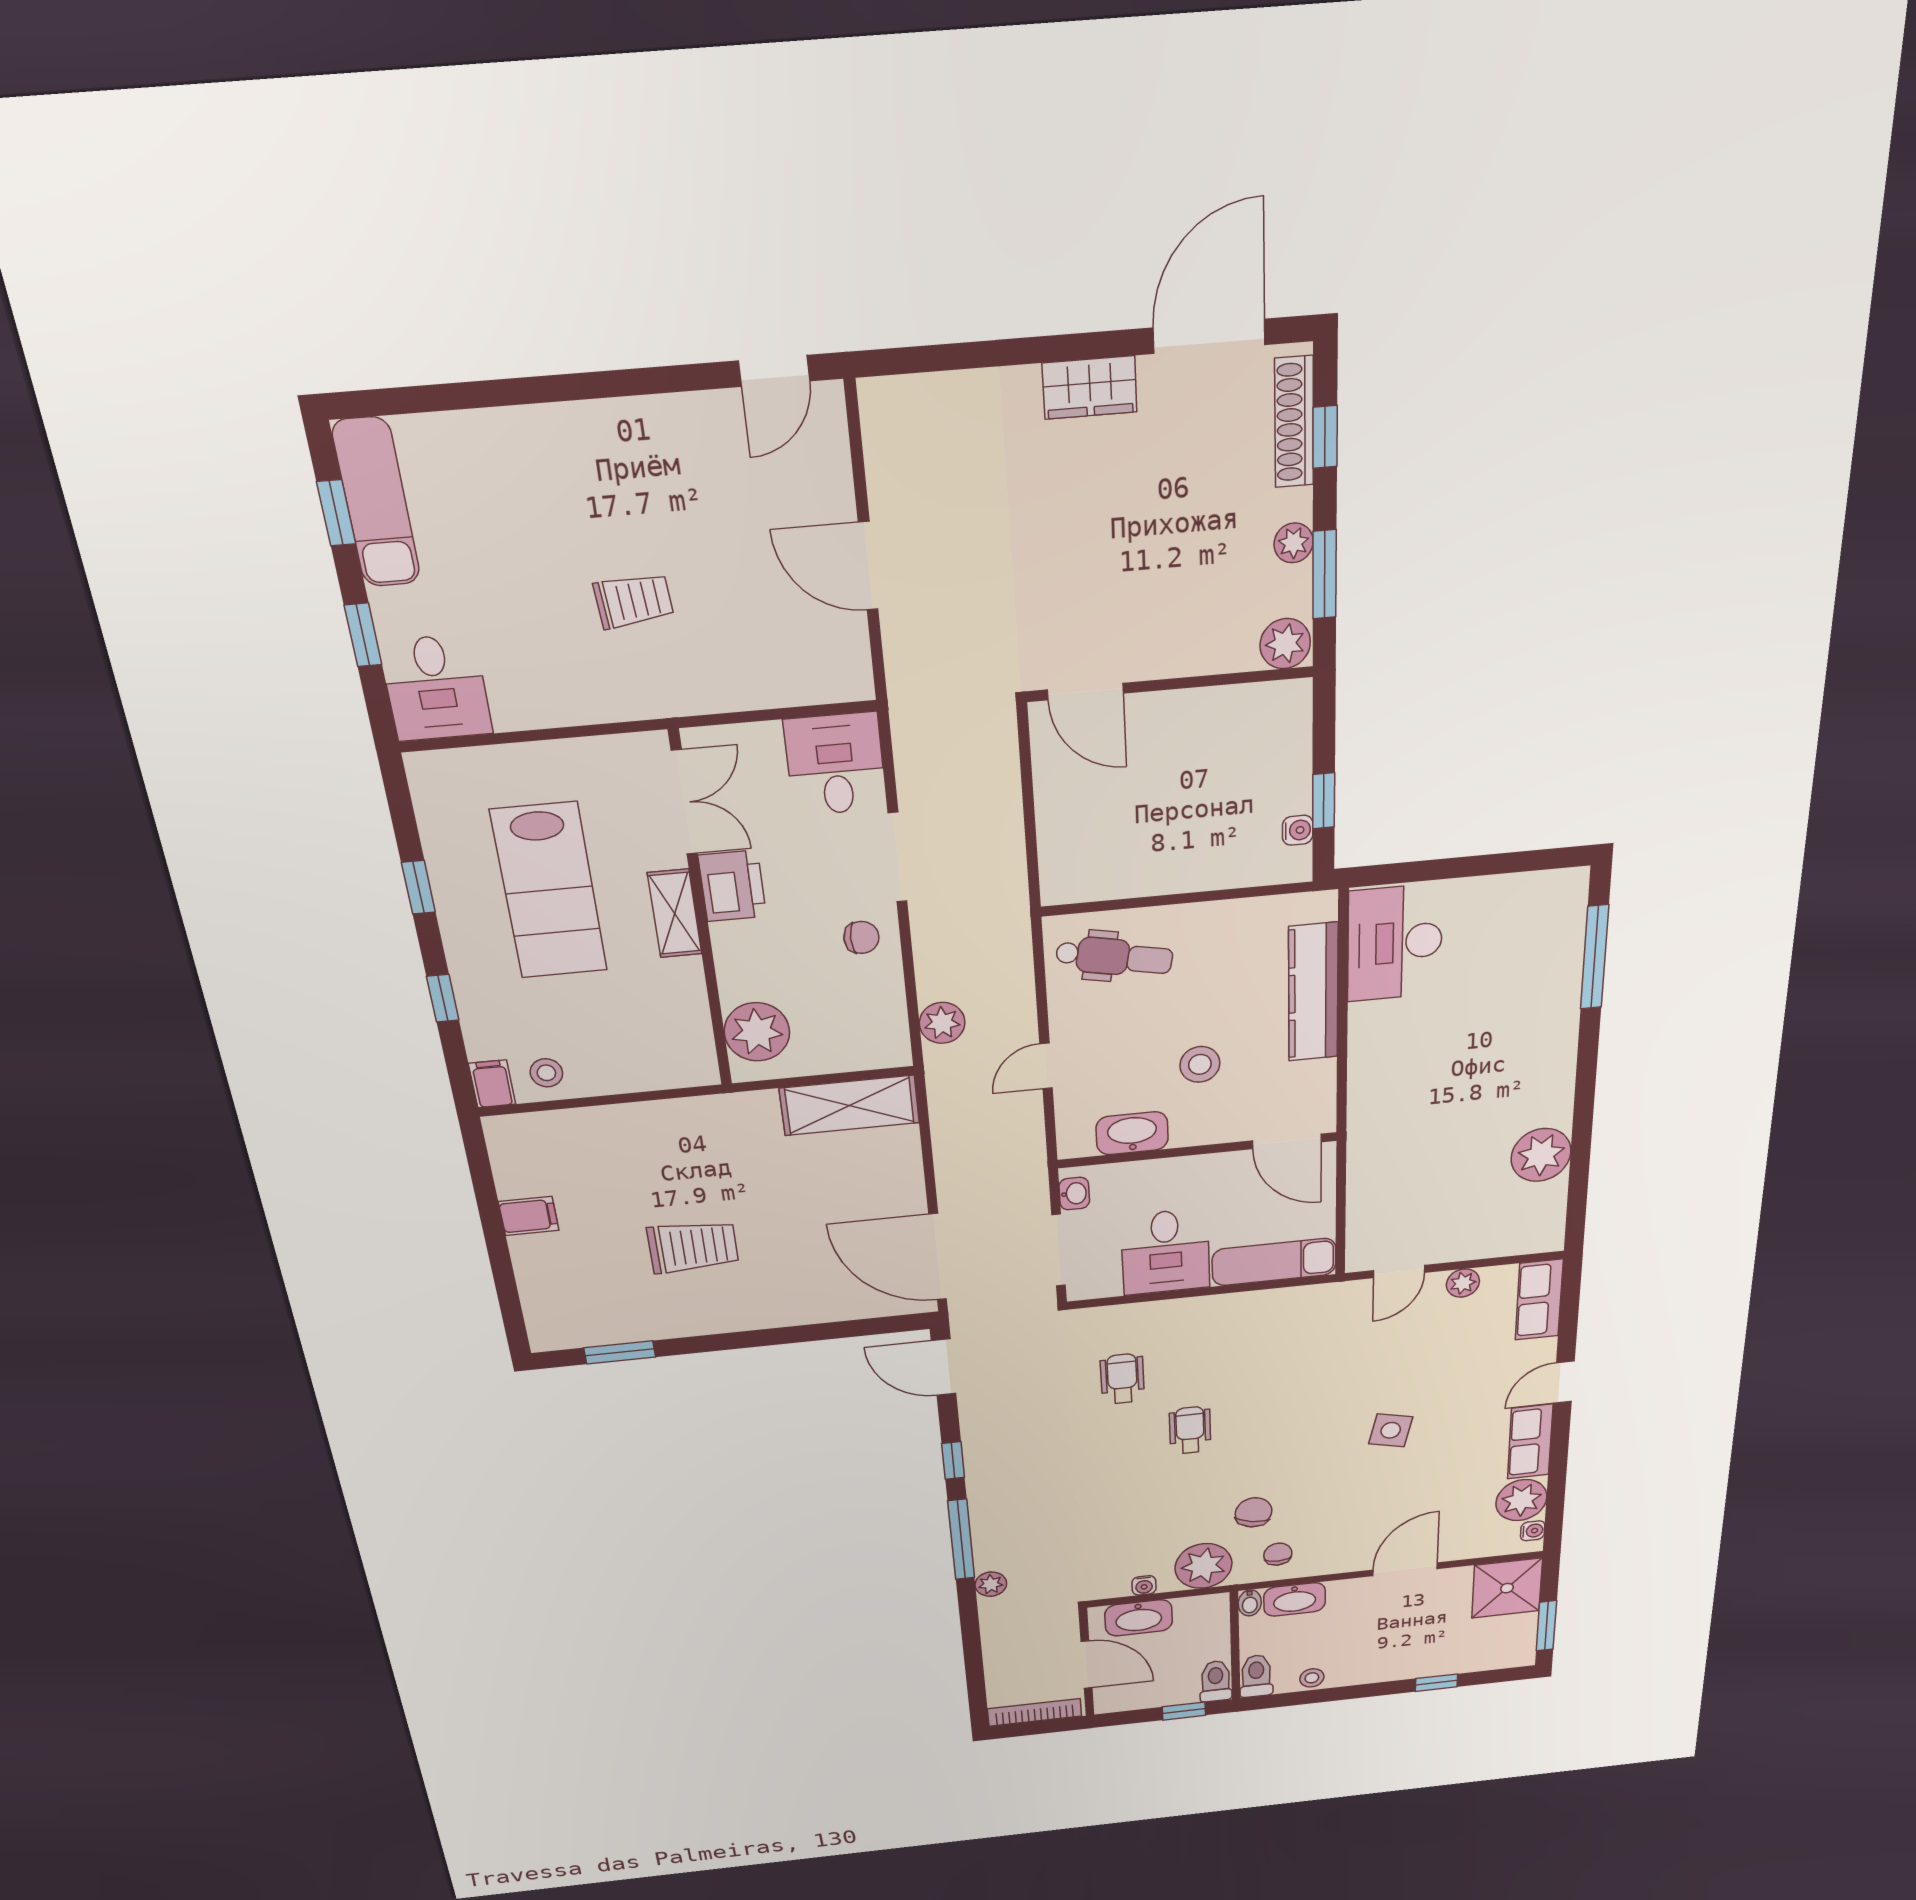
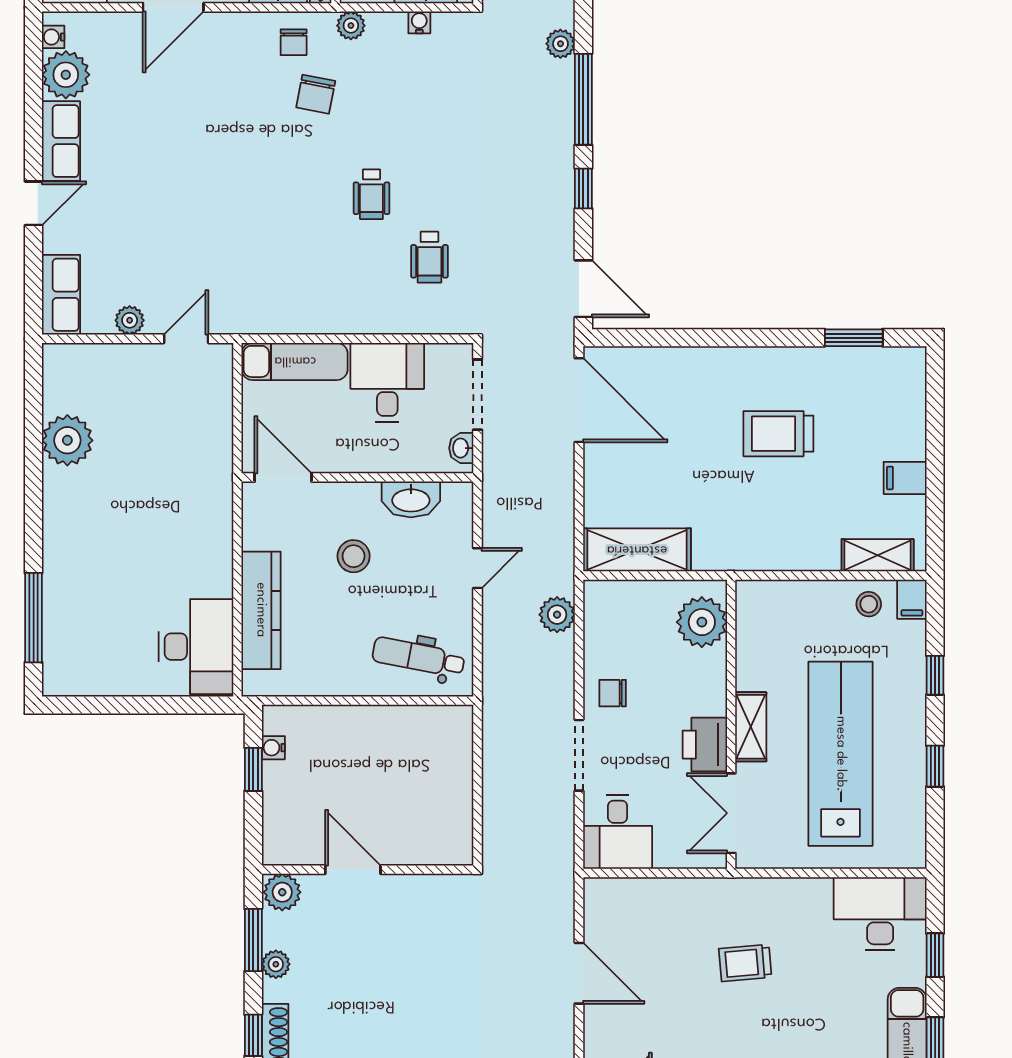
desk: (436, 688) -> (880, 914), width x1.37
door: (1085, 692) -> (353, 870), moved
lab bench: (549, 891) -> (841, 754), width x1.36
shelving: (546, 1129) -> (878, 555), added
side table: (1391, 1430) -> (190, 171), removed
plant: (1204, 1566) -> (351, 26), width x0.53, depth x0.53

